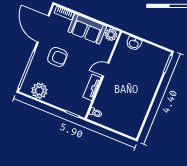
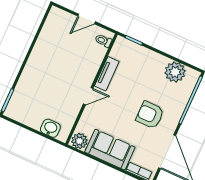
door: (109, 129) -> (87, 19), added

